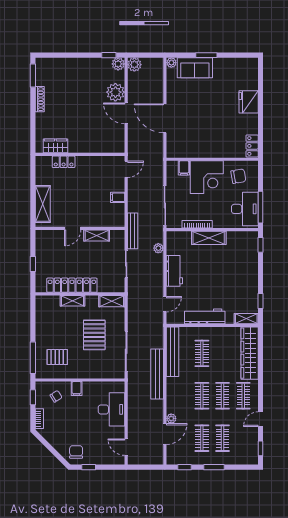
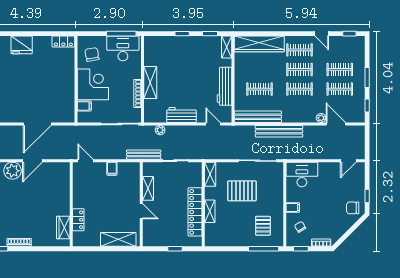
window: (260, 245) -> (182, 34), moved
desk: (111, 409) -> (302, 174), moved

